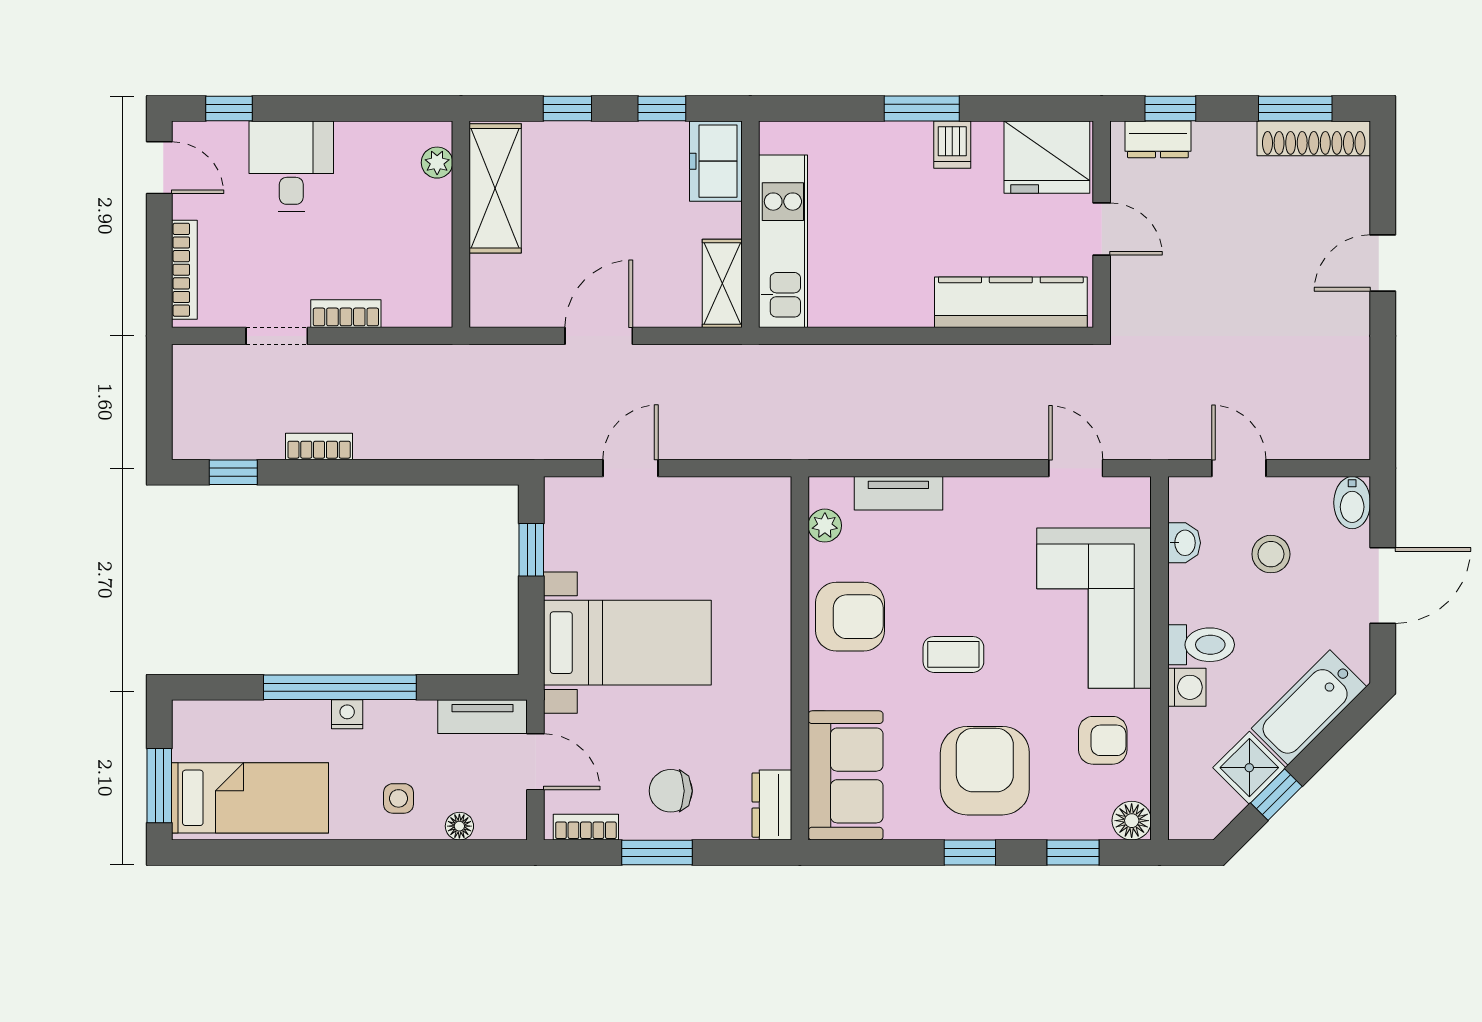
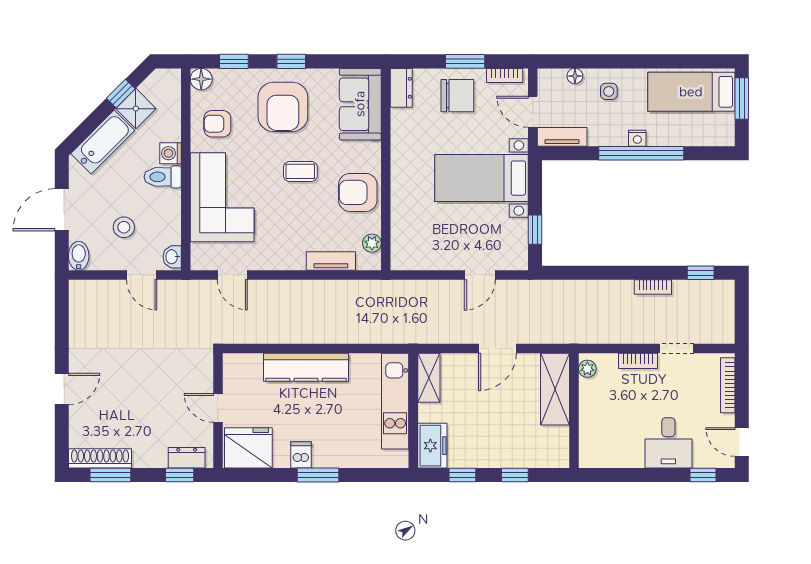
plant: (437, 163) -> (587, 369), moved
shelving: (495, 188) -> (555, 389), moved
kitchen counter: (1011, 302) -> (306, 367), moved
washbasin: (1184, 543) -> (172, 257), moved
chair: (671, 791) -> (457, 96), width x1.37, depth x1.37

